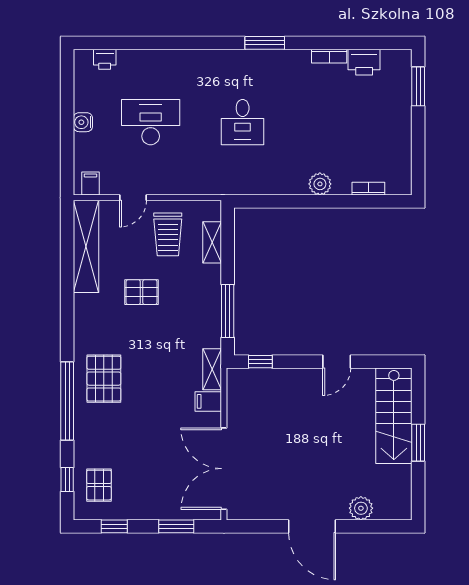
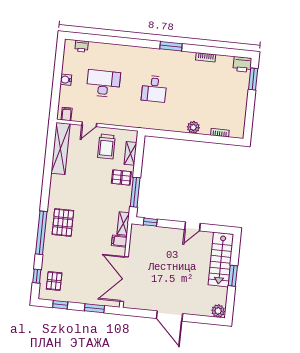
printer: (364, 62) -> (242, 64), moved
pallet: (142, 292) -> (121, 178), moved
plant: (361, 508) -> (218, 311), moved

